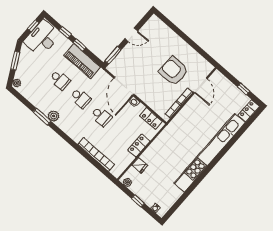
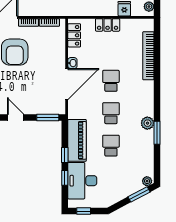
desk: (42, 38) -> (82, 181), moved, turned 90
window: (15, 61) -> (139, 194), moved

